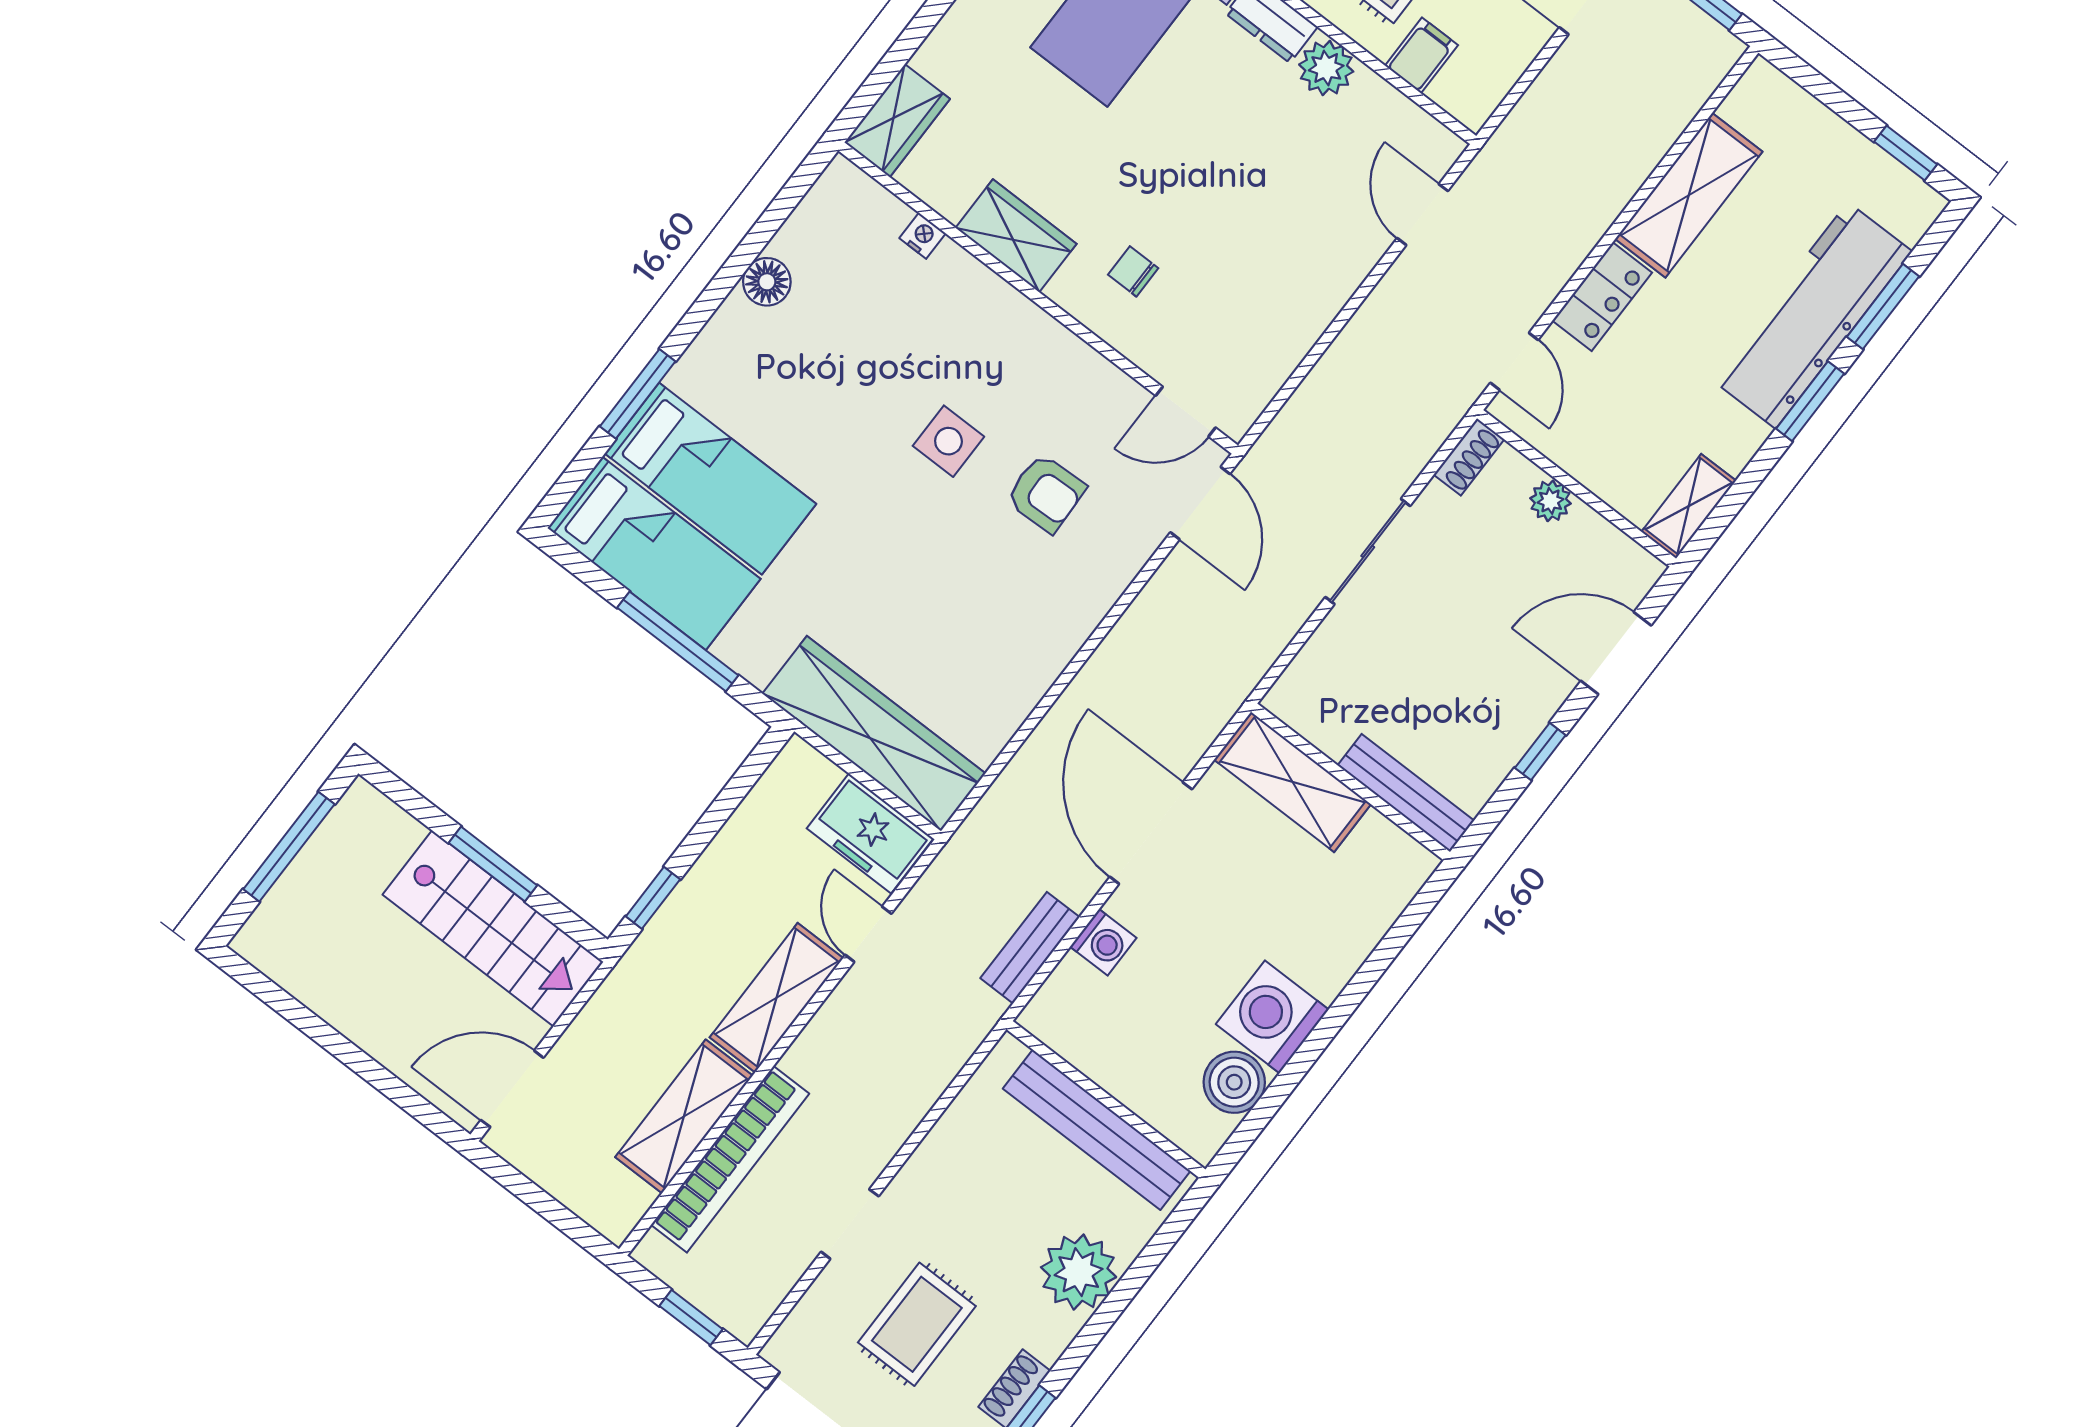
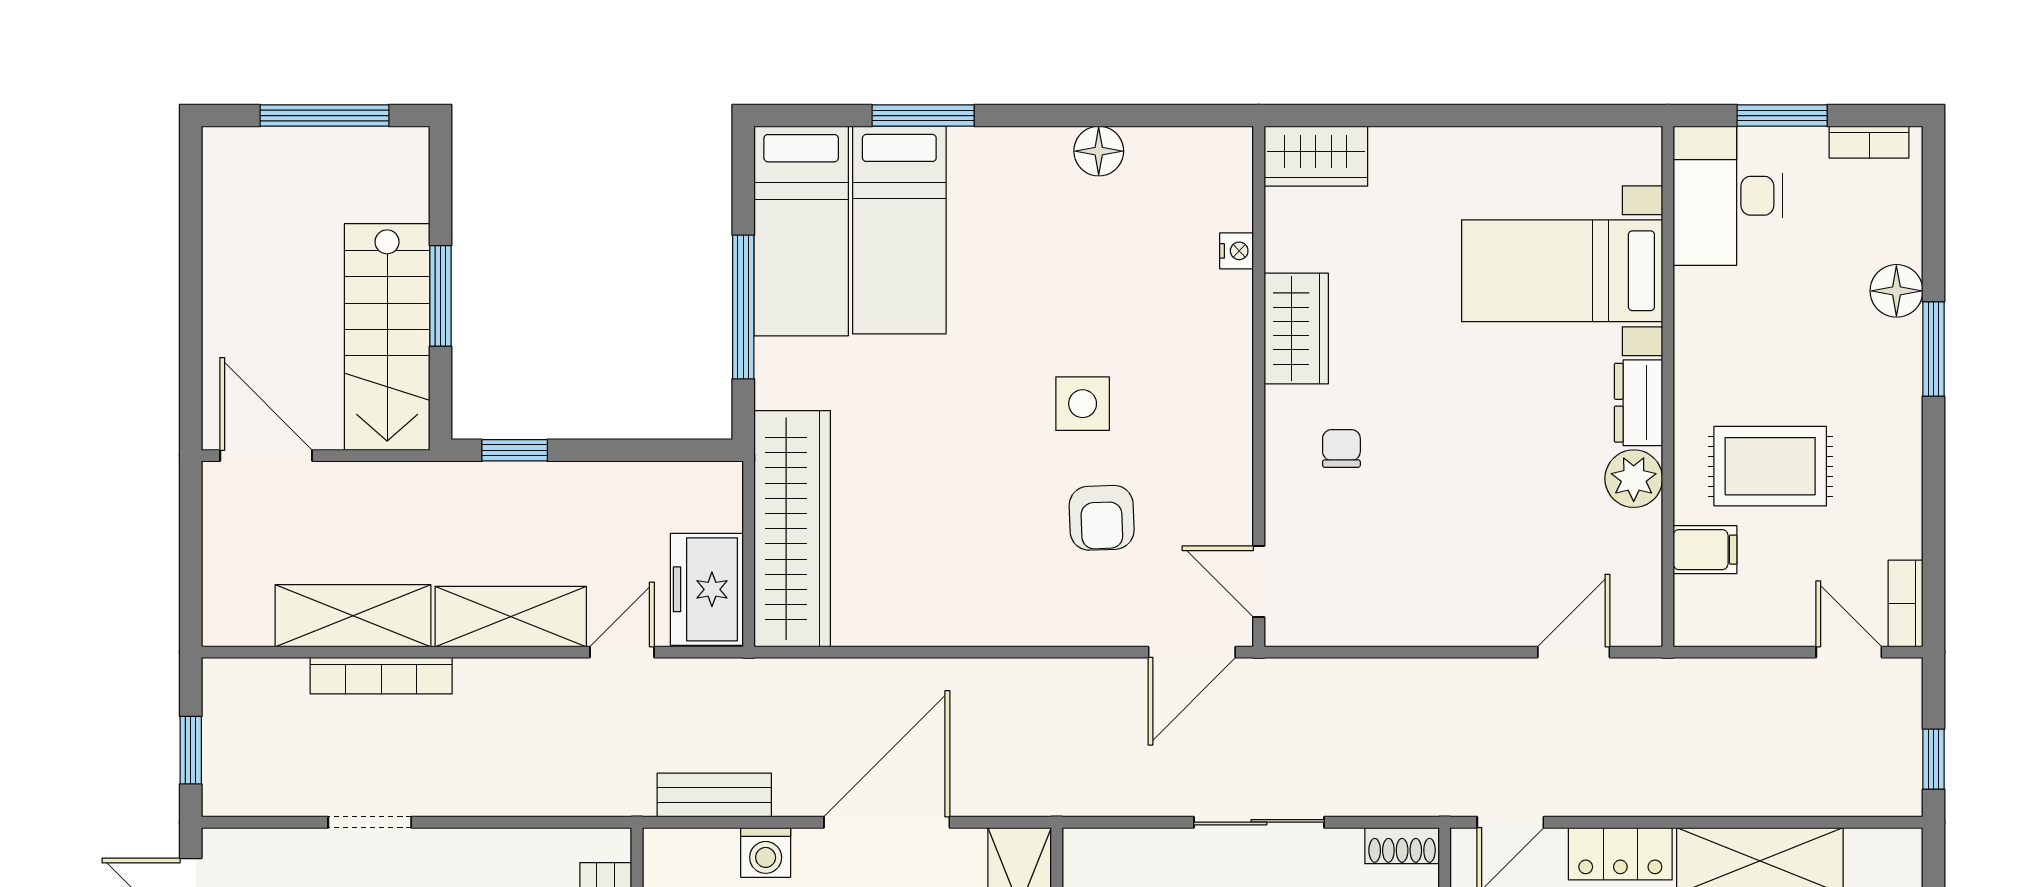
bookcase: (730, 1159) -> (381, 676), width x0.68, depth x0.76

